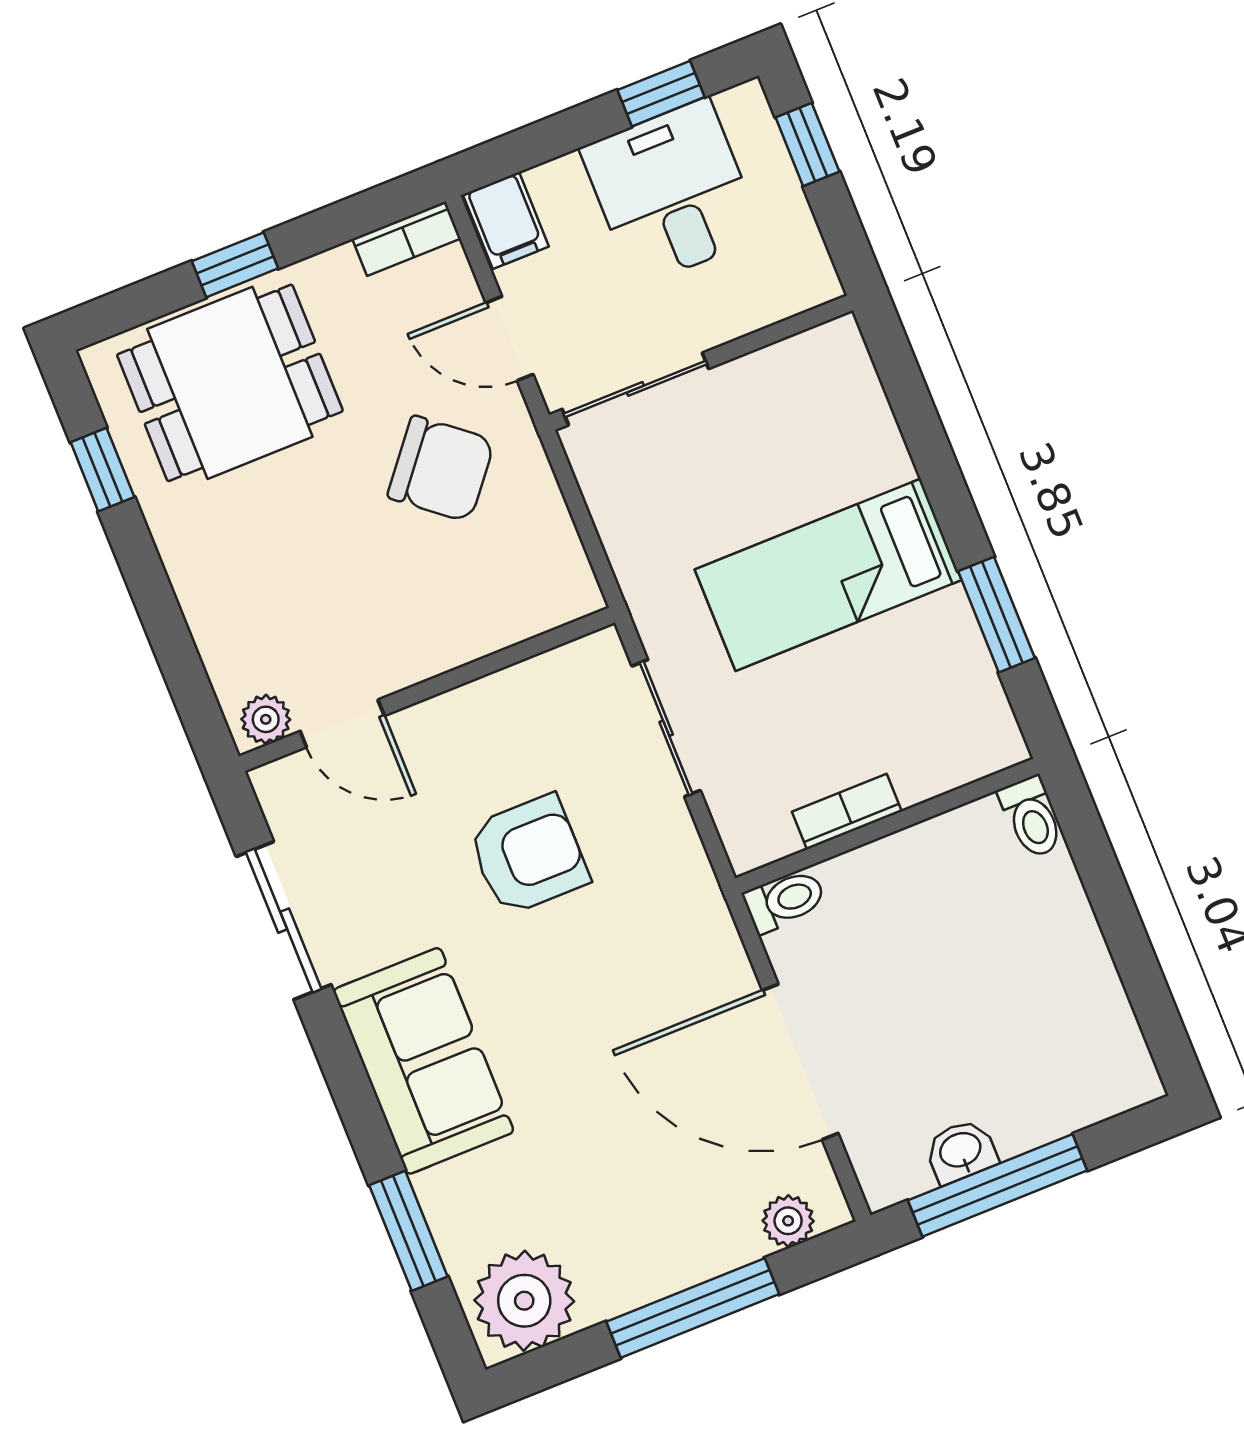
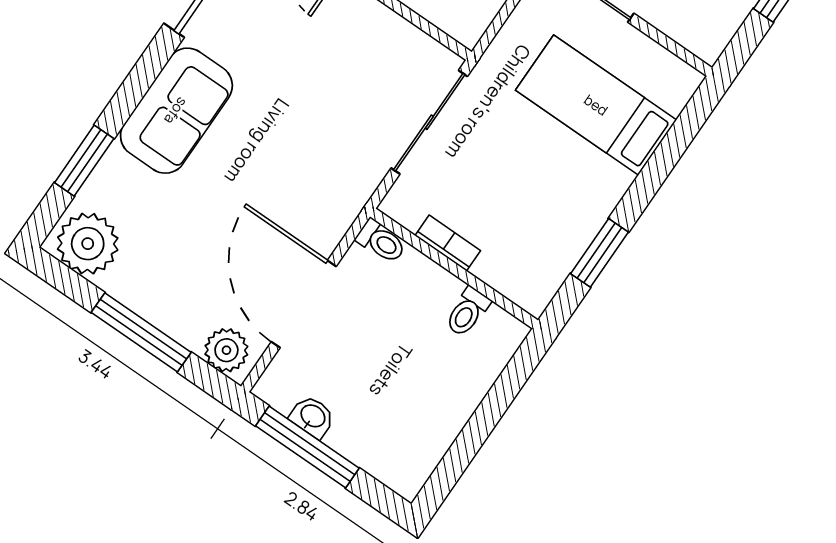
bed: (828, 575) -> (596, 105), moved
sliding door: (666, 728) -> (429, 122), width x1.37
toilet: (1031, 817) -> (467, 312), moved
armchair: (528, 855) -> (318, 94), removed
plant: (788, 1221) -> (226, 350), width x1.38, depth x1.38

